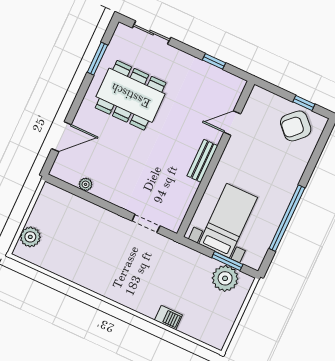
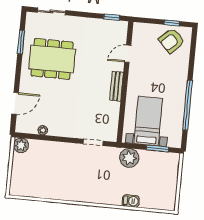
window: (214, 61) -> (112, 17), moved
plant: (30, 237) -> (21, 145), moved
plant: (225, 278) -> (129, 158), moved

